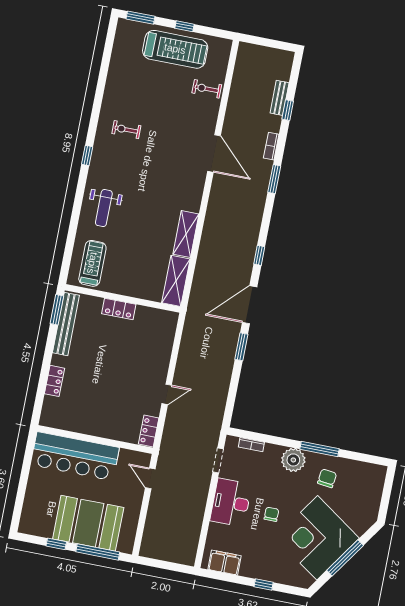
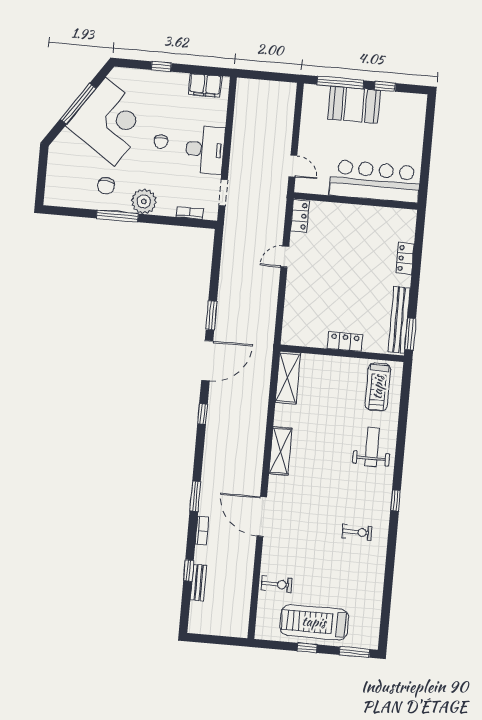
shelving: (186, 234) -> (280, 451), moved
booth: (88, 523) -> (354, 105), width x0.73, depth x0.70

